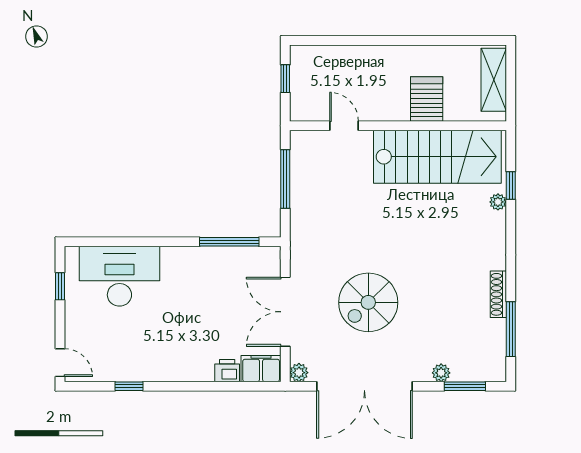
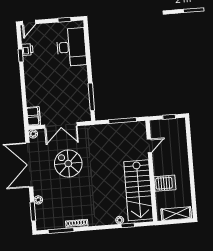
double door: (285, 312) -> (61, 125), swing flipped
printer: (227, 371) -> (27, 50), moved

